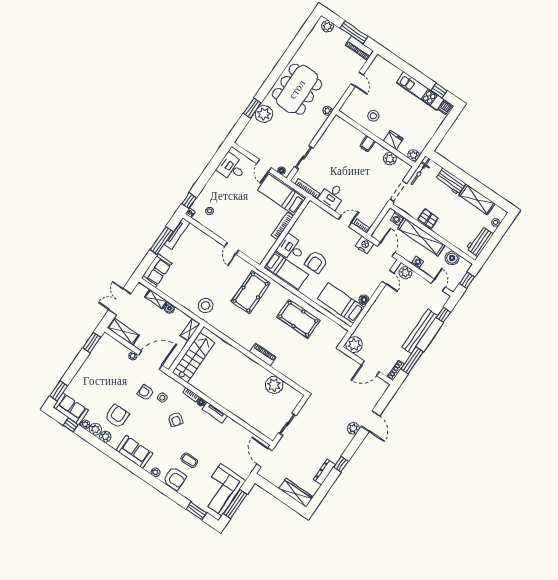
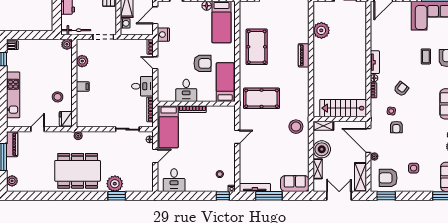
kitchen unit: (420, 91) -> (13, 95), moved
fridge: (393, 140) -> (66, 119), moved
desk: (291, 248) -> (186, 90), moved
double door: (120, 302) -> (339, 196), swing flipped
boiler: (169, 309) -> (322, 149), width x1.86, depth x1.86
side table: (99, 383) -> (414, 168), added
armchair: (117, 416) -> (388, 178), moved

